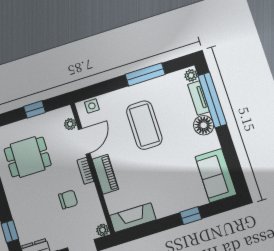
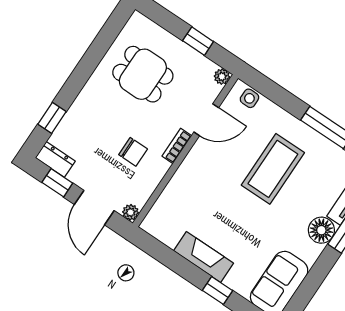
plant: (70, 124) -> (222, 77), moved
piano: (105, 174) -> (190, 169), removed
fireplace: (133, 218) -> (204, 257), moved

